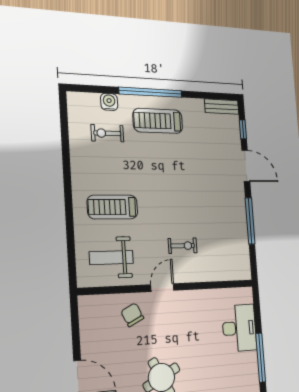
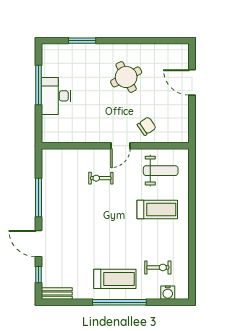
water cooler: (109, 102) -> (168, 293), moved
chair: (132, 315) -> (147, 126), turned -99
desk: (239, 328) -> (56, 96), moved

